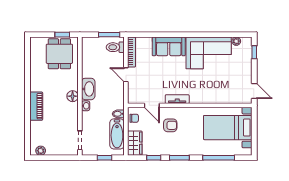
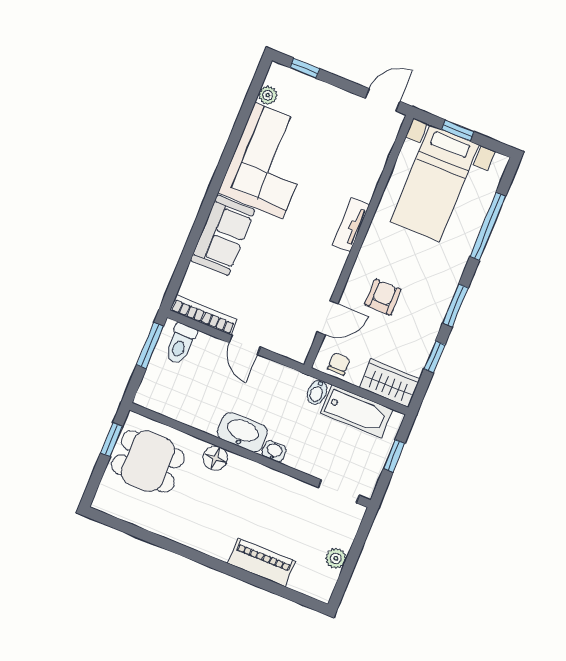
door: (126, 75) -> (245, 345), hinge flipped
floor lamp: (73, 96) -> (215, 458), moved
tv unit: (177, 99) -> (351, 225), moved
piano: (36, 106) -> (262, 562), moved
window: (254, 128) -> (458, 131), added
plant: (41, 151) -> (336, 558), moved

